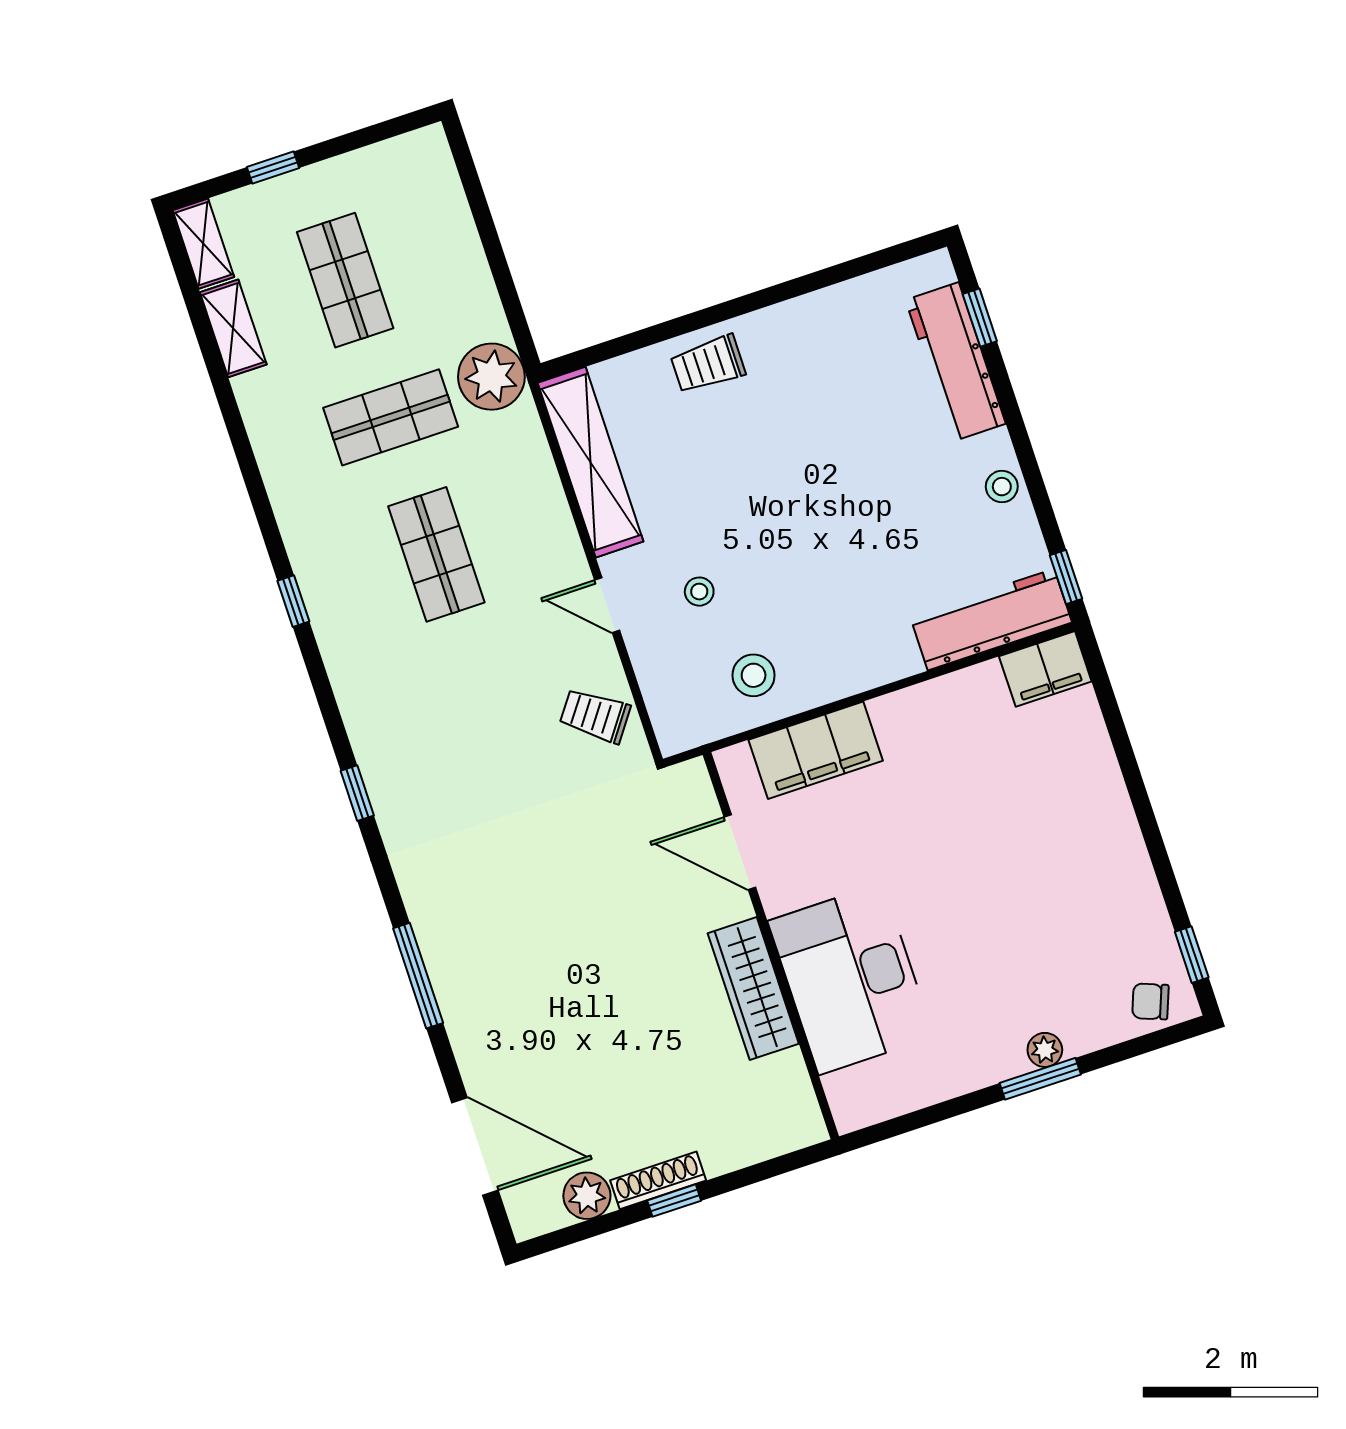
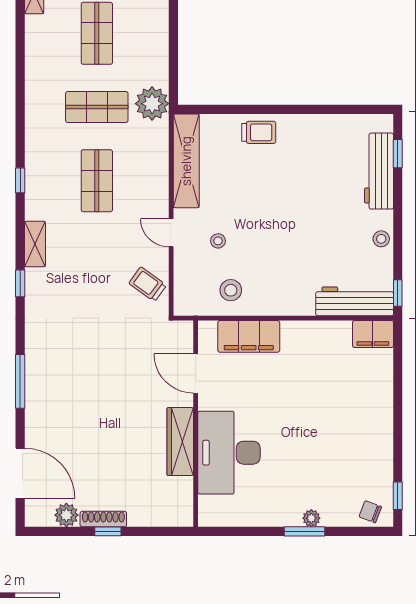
shelving: (233, 328) -> (35, 244), moved
trolley: (708, 364) -> (259, 132), turned 180

